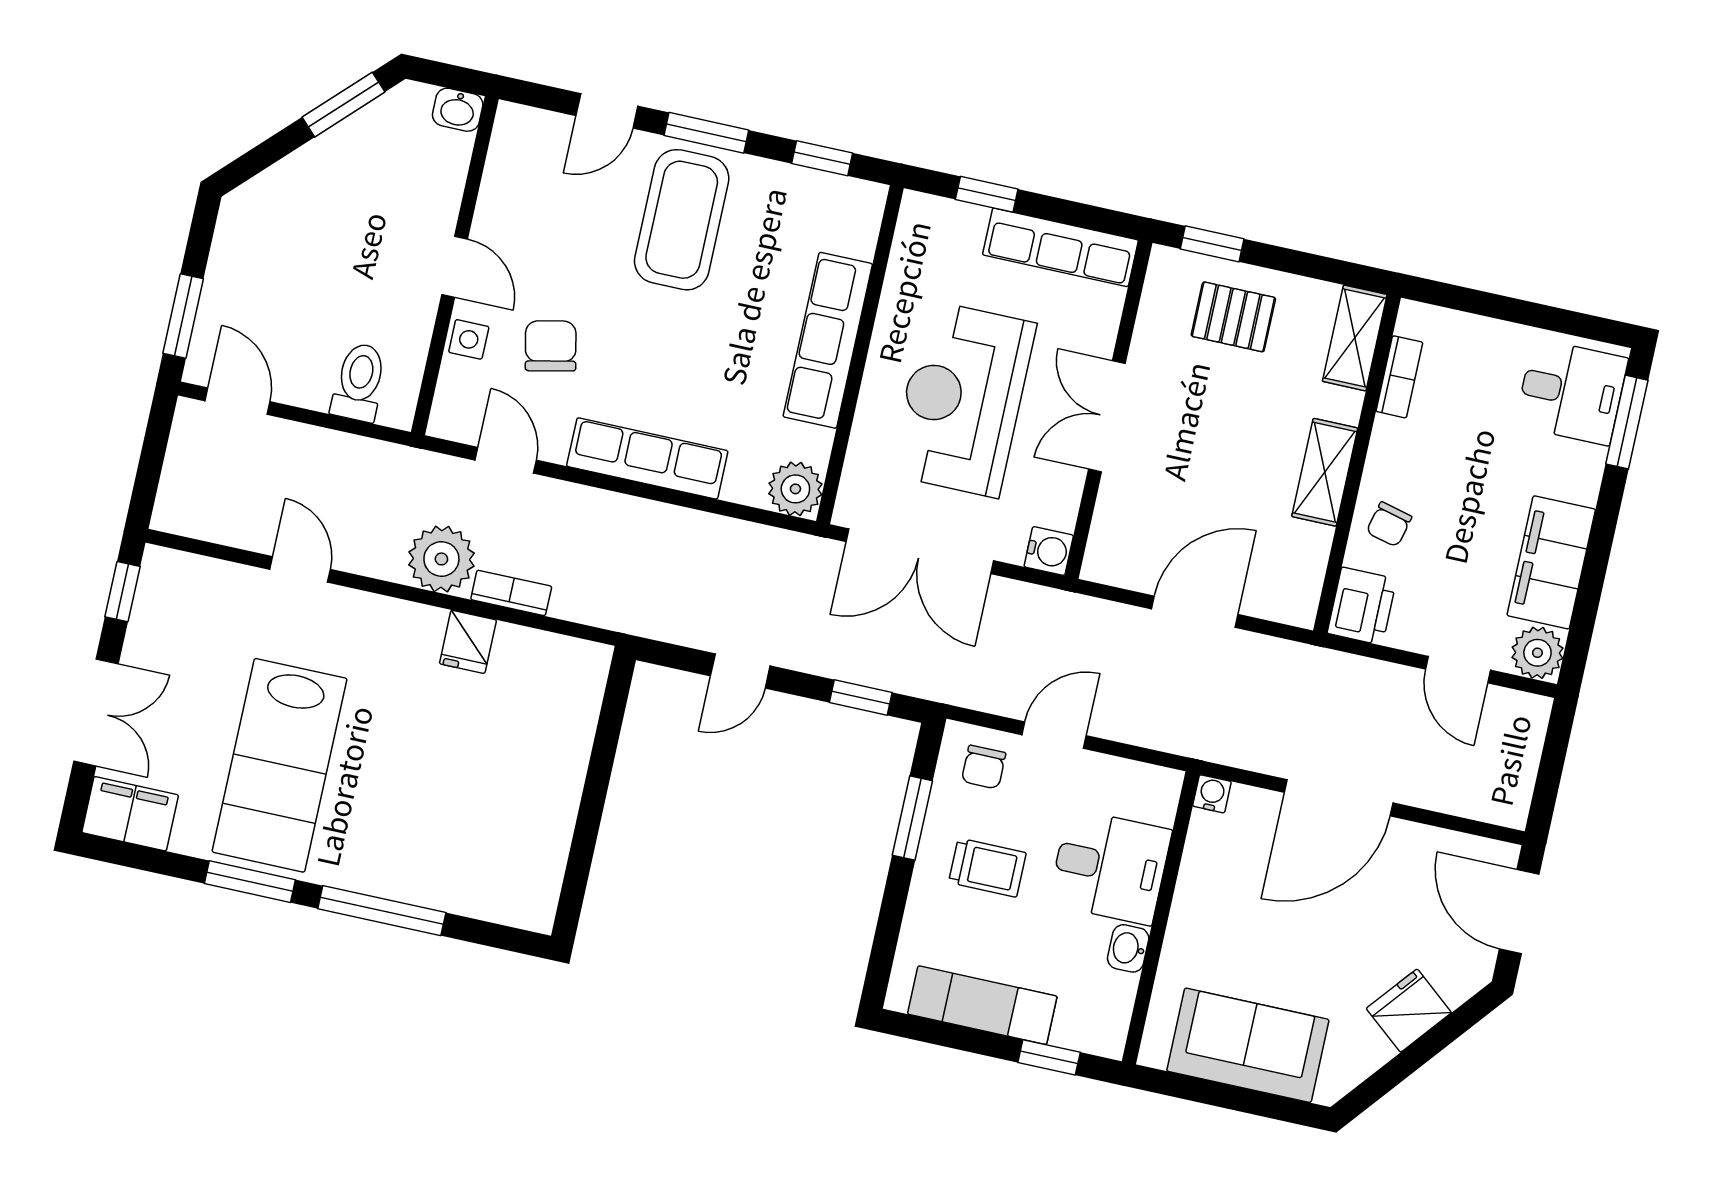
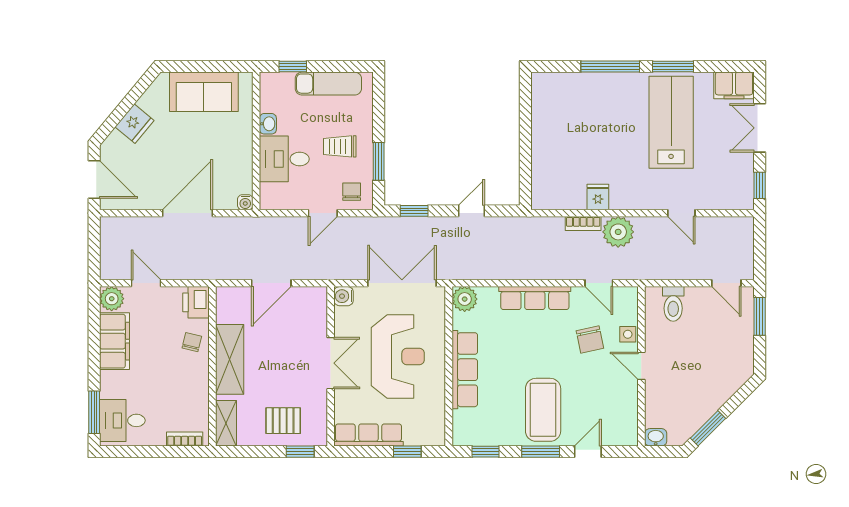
bookcase: (1399, 377) -> (185, 439), moved, turned 90
shelving: (1325, 472) -> (230, 359), width x1.50, depth x1.33

